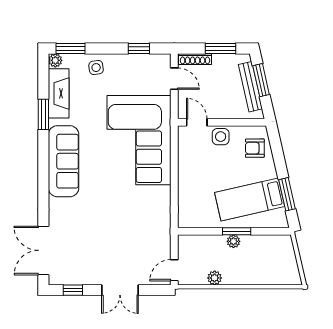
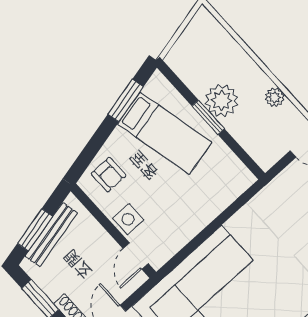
plant: (233, 241) -> (222, 100), width x1.87, depth x1.87

